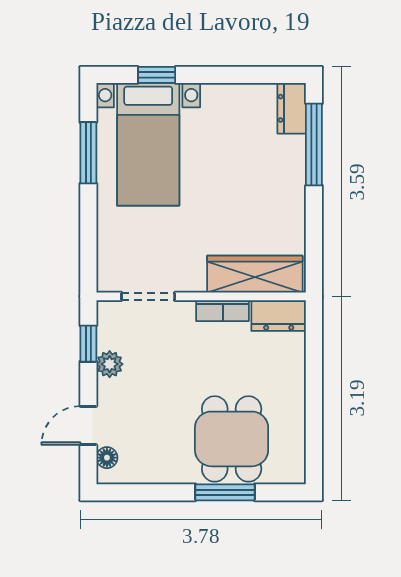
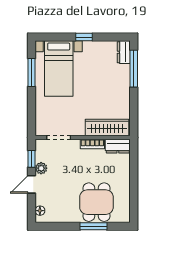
window: (157, 75) -> (84, 37), moved
door: (88, 425) -> (32, 184), moved

